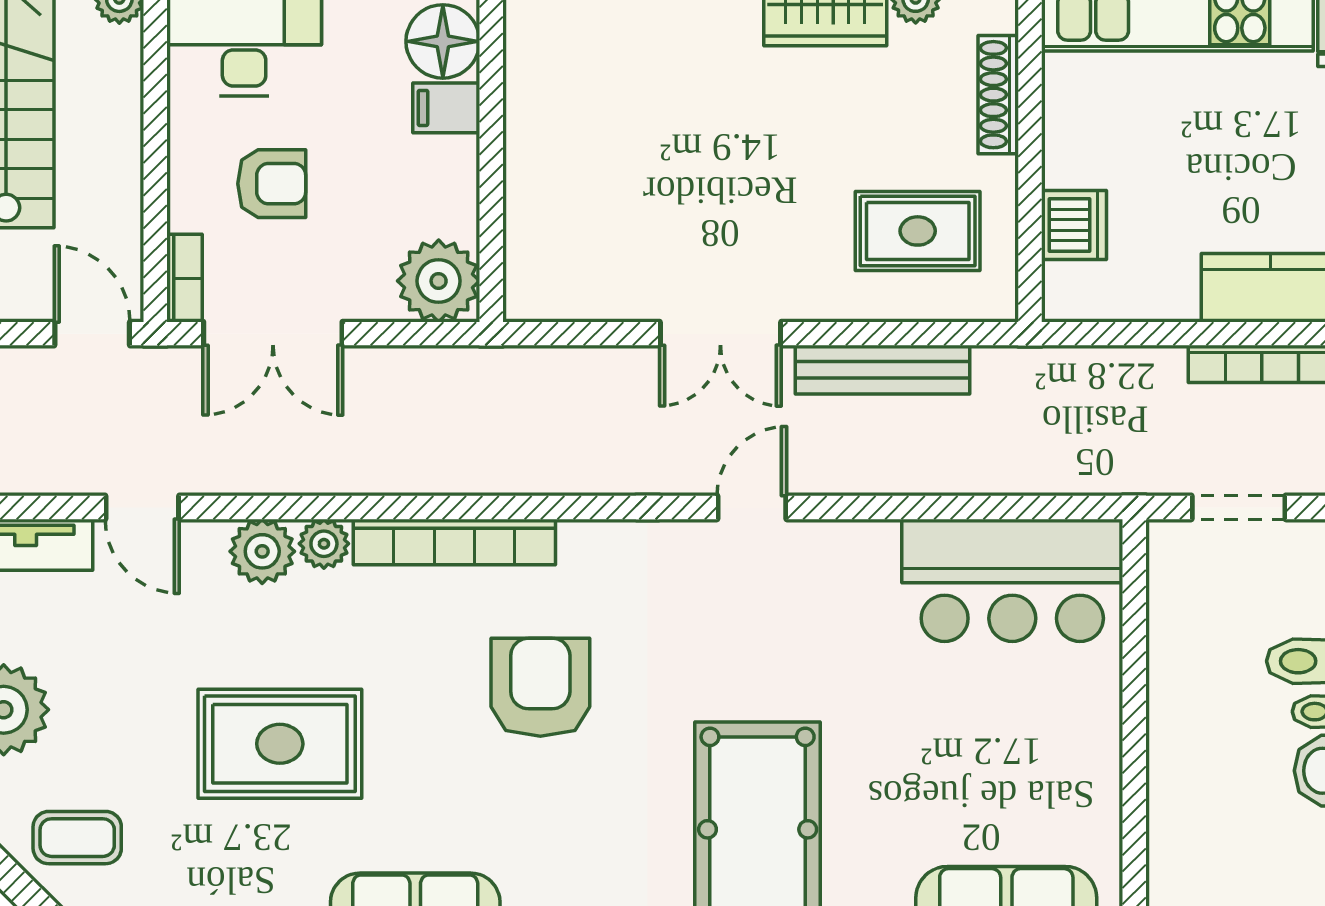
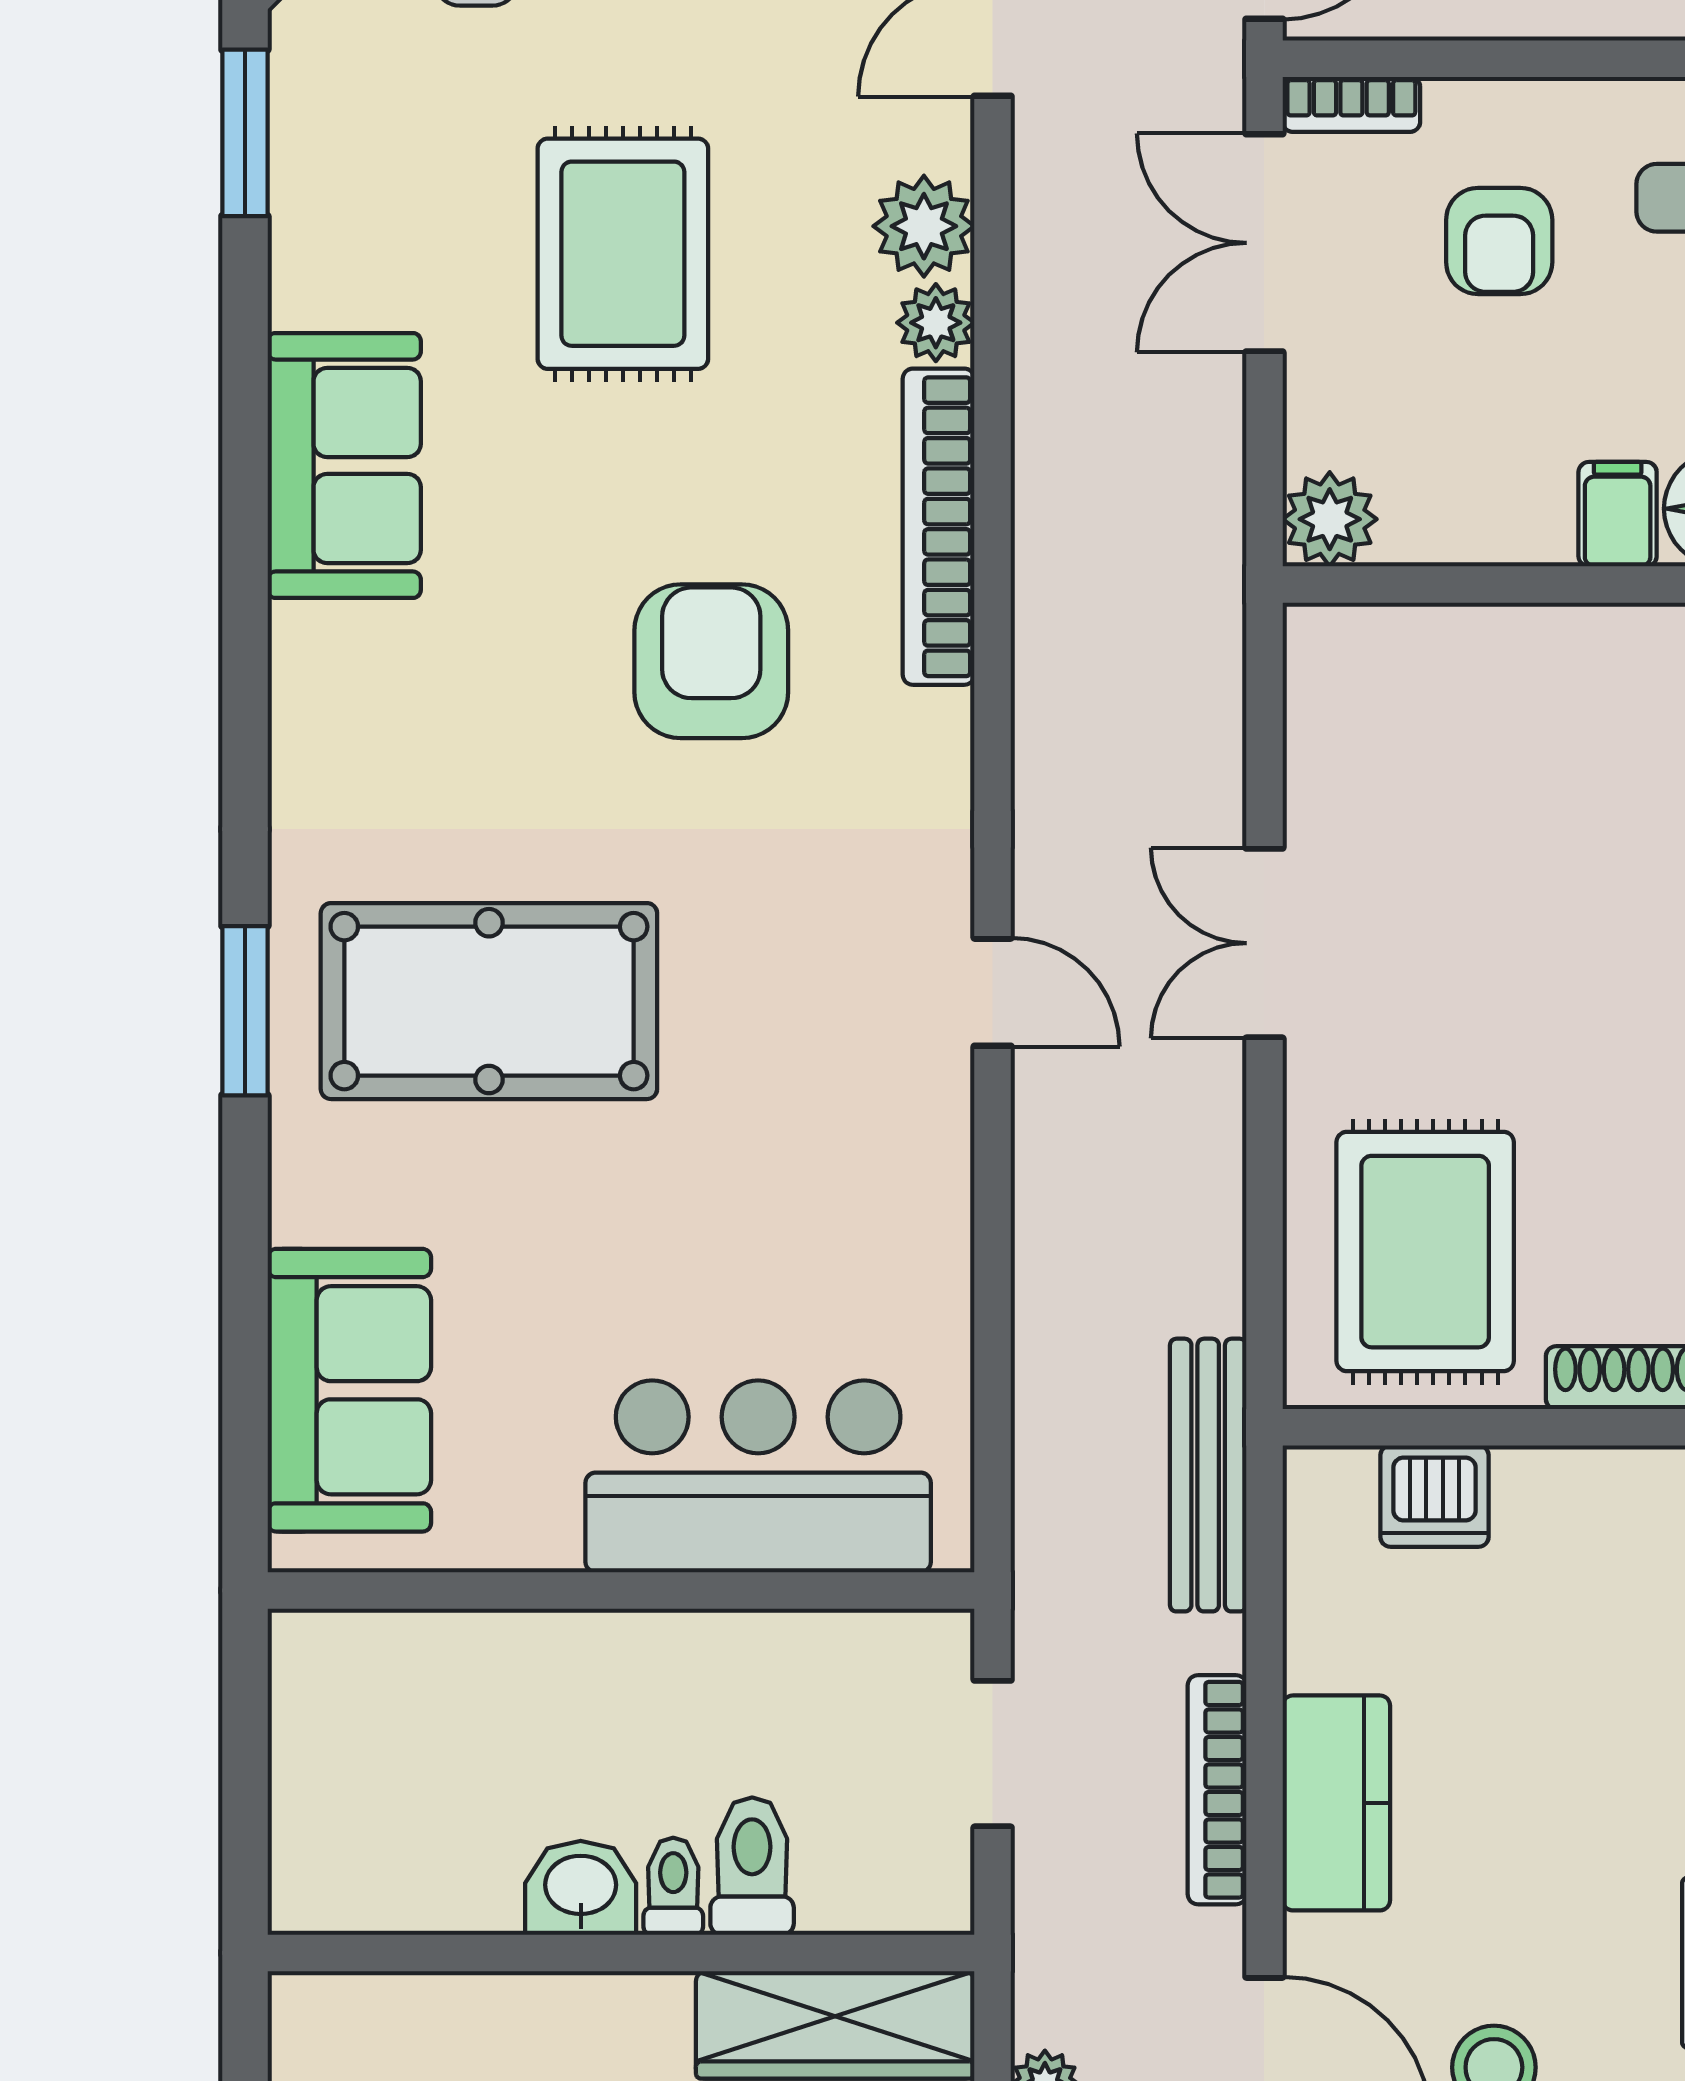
rug: (918, 231) -> (1425, 1252), width x1.36, depth x1.43
plant: (439, 281) -> (1330, 519), width x0.73, depth x0.73
bench: (882, 370) -> (1208, 1475), moved
bar counter: (1012, 580) -> (758, 1476), moved, turned 90
armchair: (540, 687) -> (711, 661), turned -90

